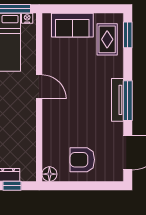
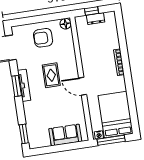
rug: (107, 39) -> (51, 75), moved
window: (128, 101) -> (17, 86), width x0.69
armchair: (82, 160) -> (43, 38), turned 180

